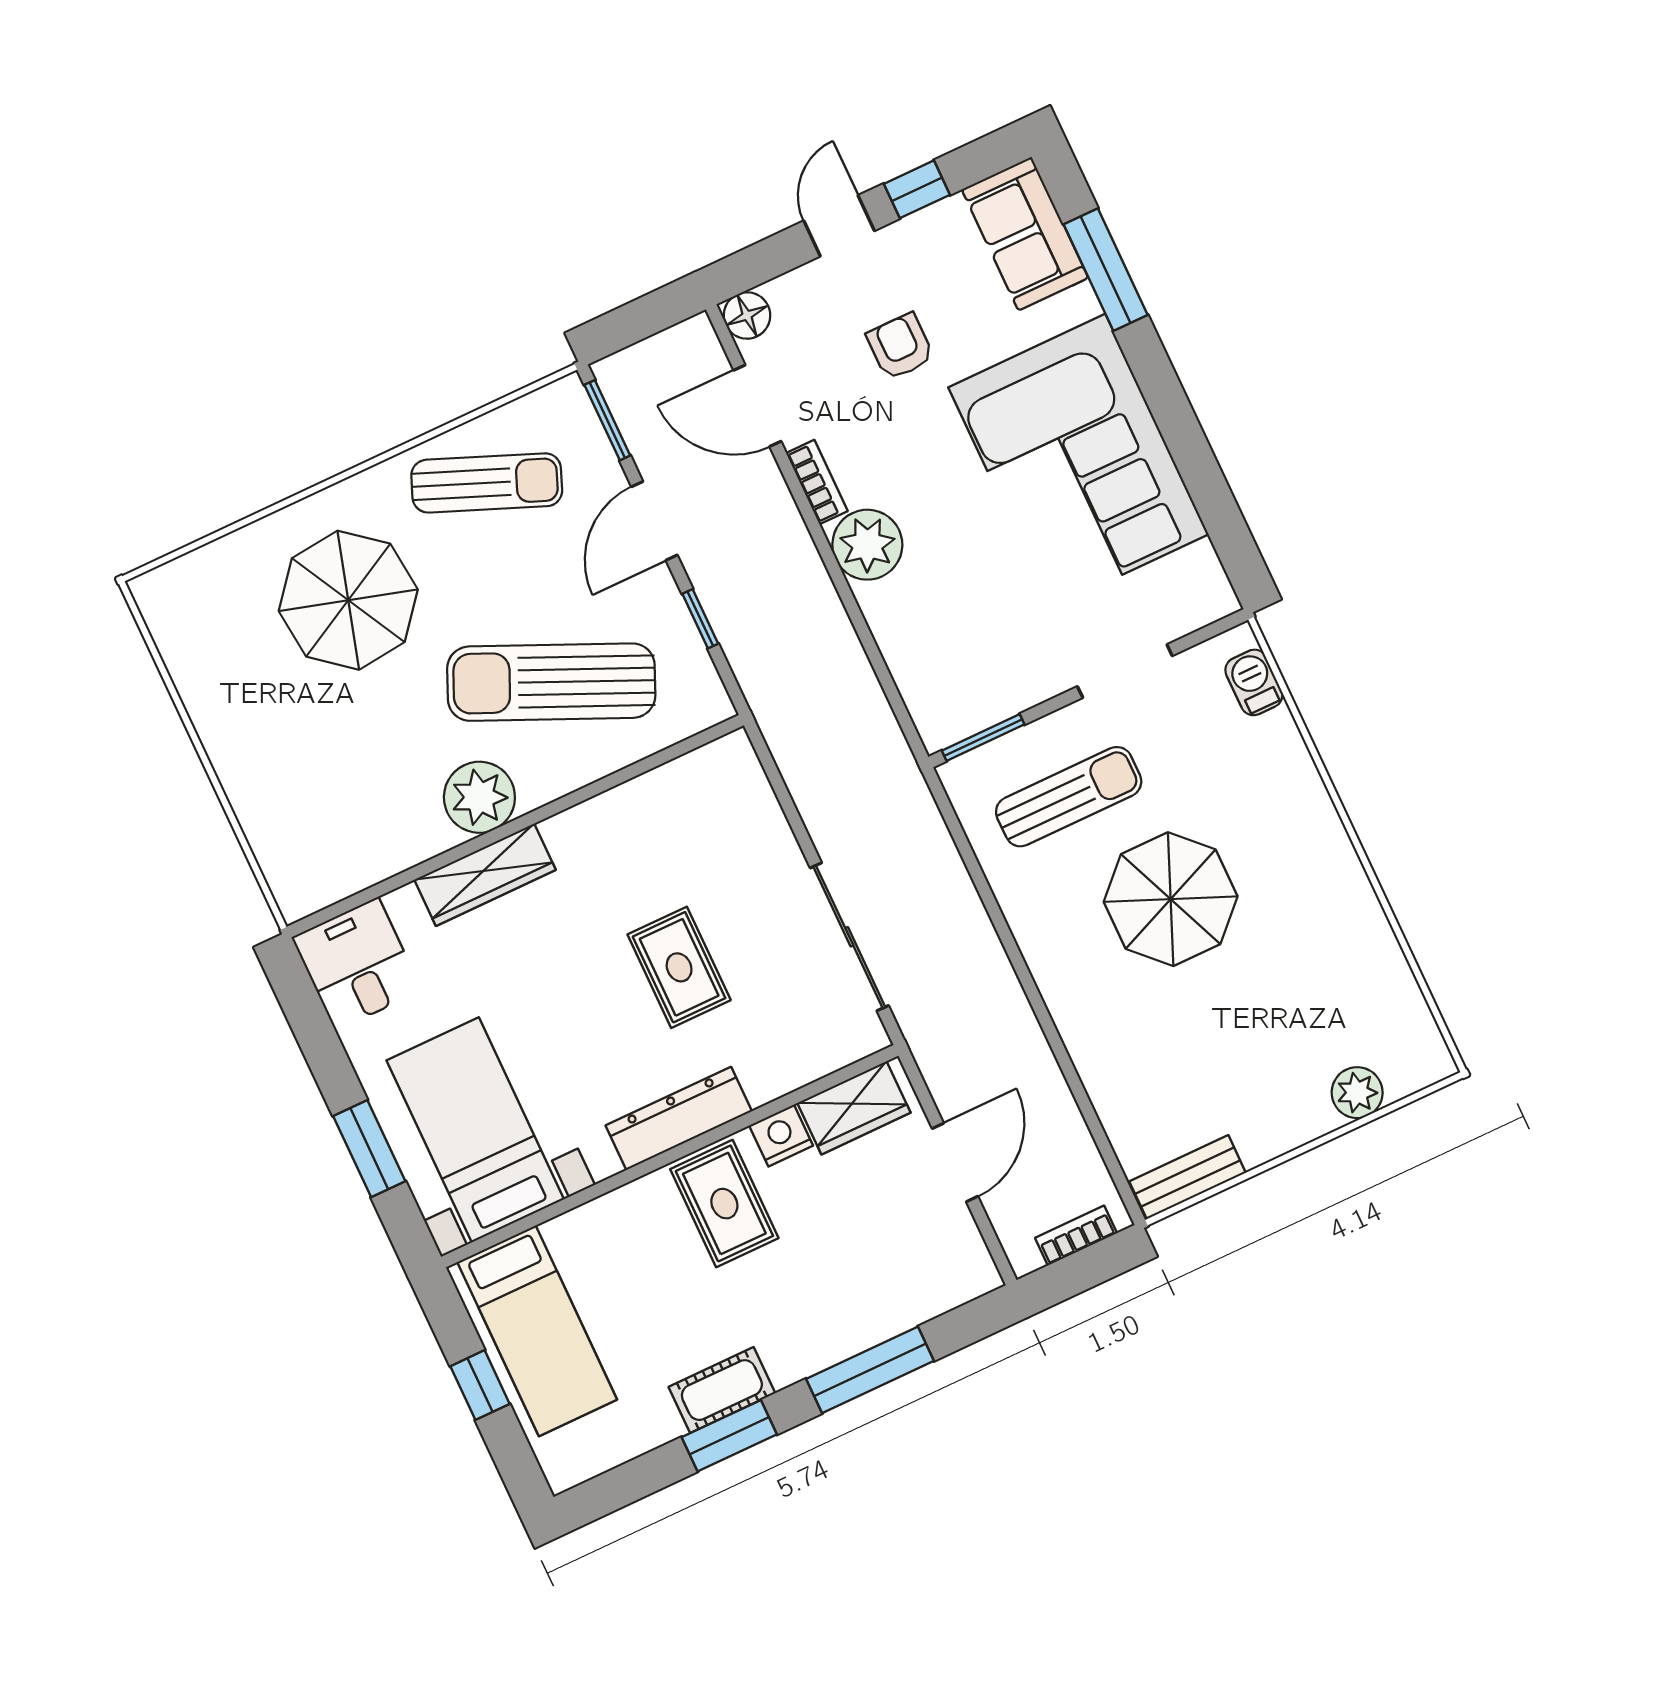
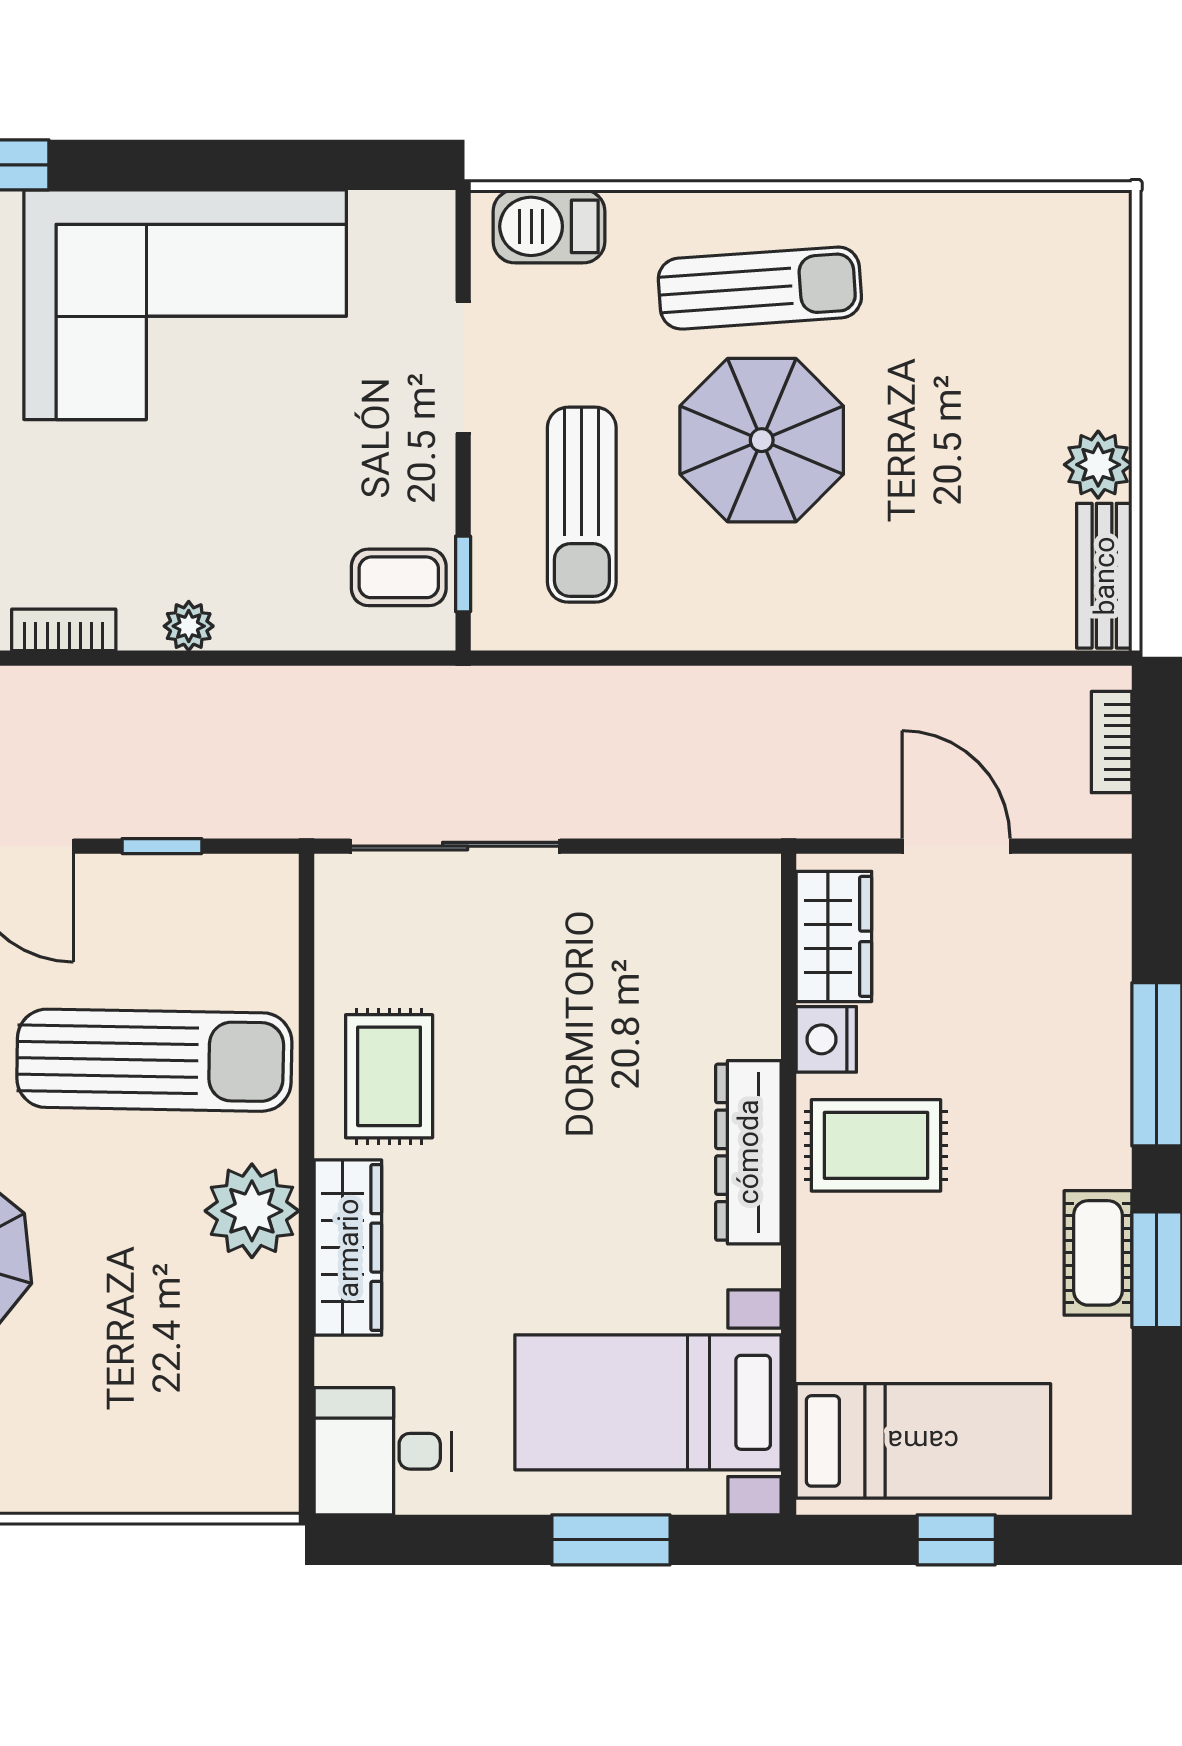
plant: (867, 545) -> (189, 626), width x0.53, depth x0.53
sun lounger: (551, 682) -> (154, 1060), turned -113
barbecue: (1254, 682) -> (549, 226), width x1.38, depth x1.27
coffee table: (960, 695) -> (399, 577), added
window: (983, 738) -> (463, 574), width x0.67
sun lounger: (1069, 797) -> (582, 505), turned 180
sun lounger: (1274, 849) -> (760, 288), added
sliding door: (849, 937) -> (455, 846), moved
rug: (679, 967) -> (389, 1076), moved, turned 90
plant: (1357, 1093) -> (1098, 465), moved

